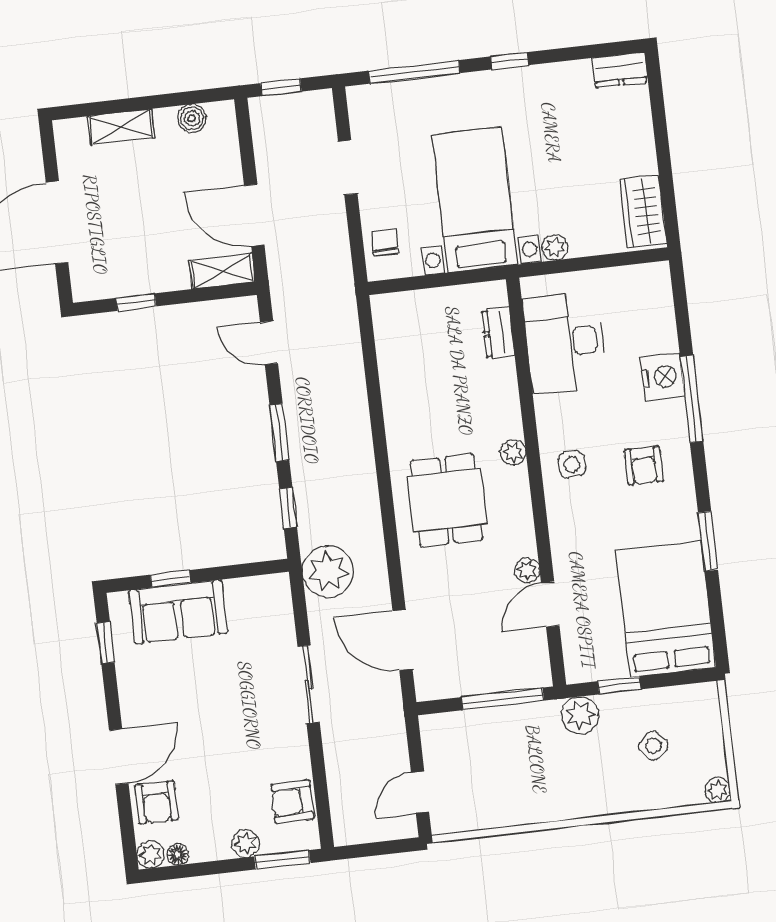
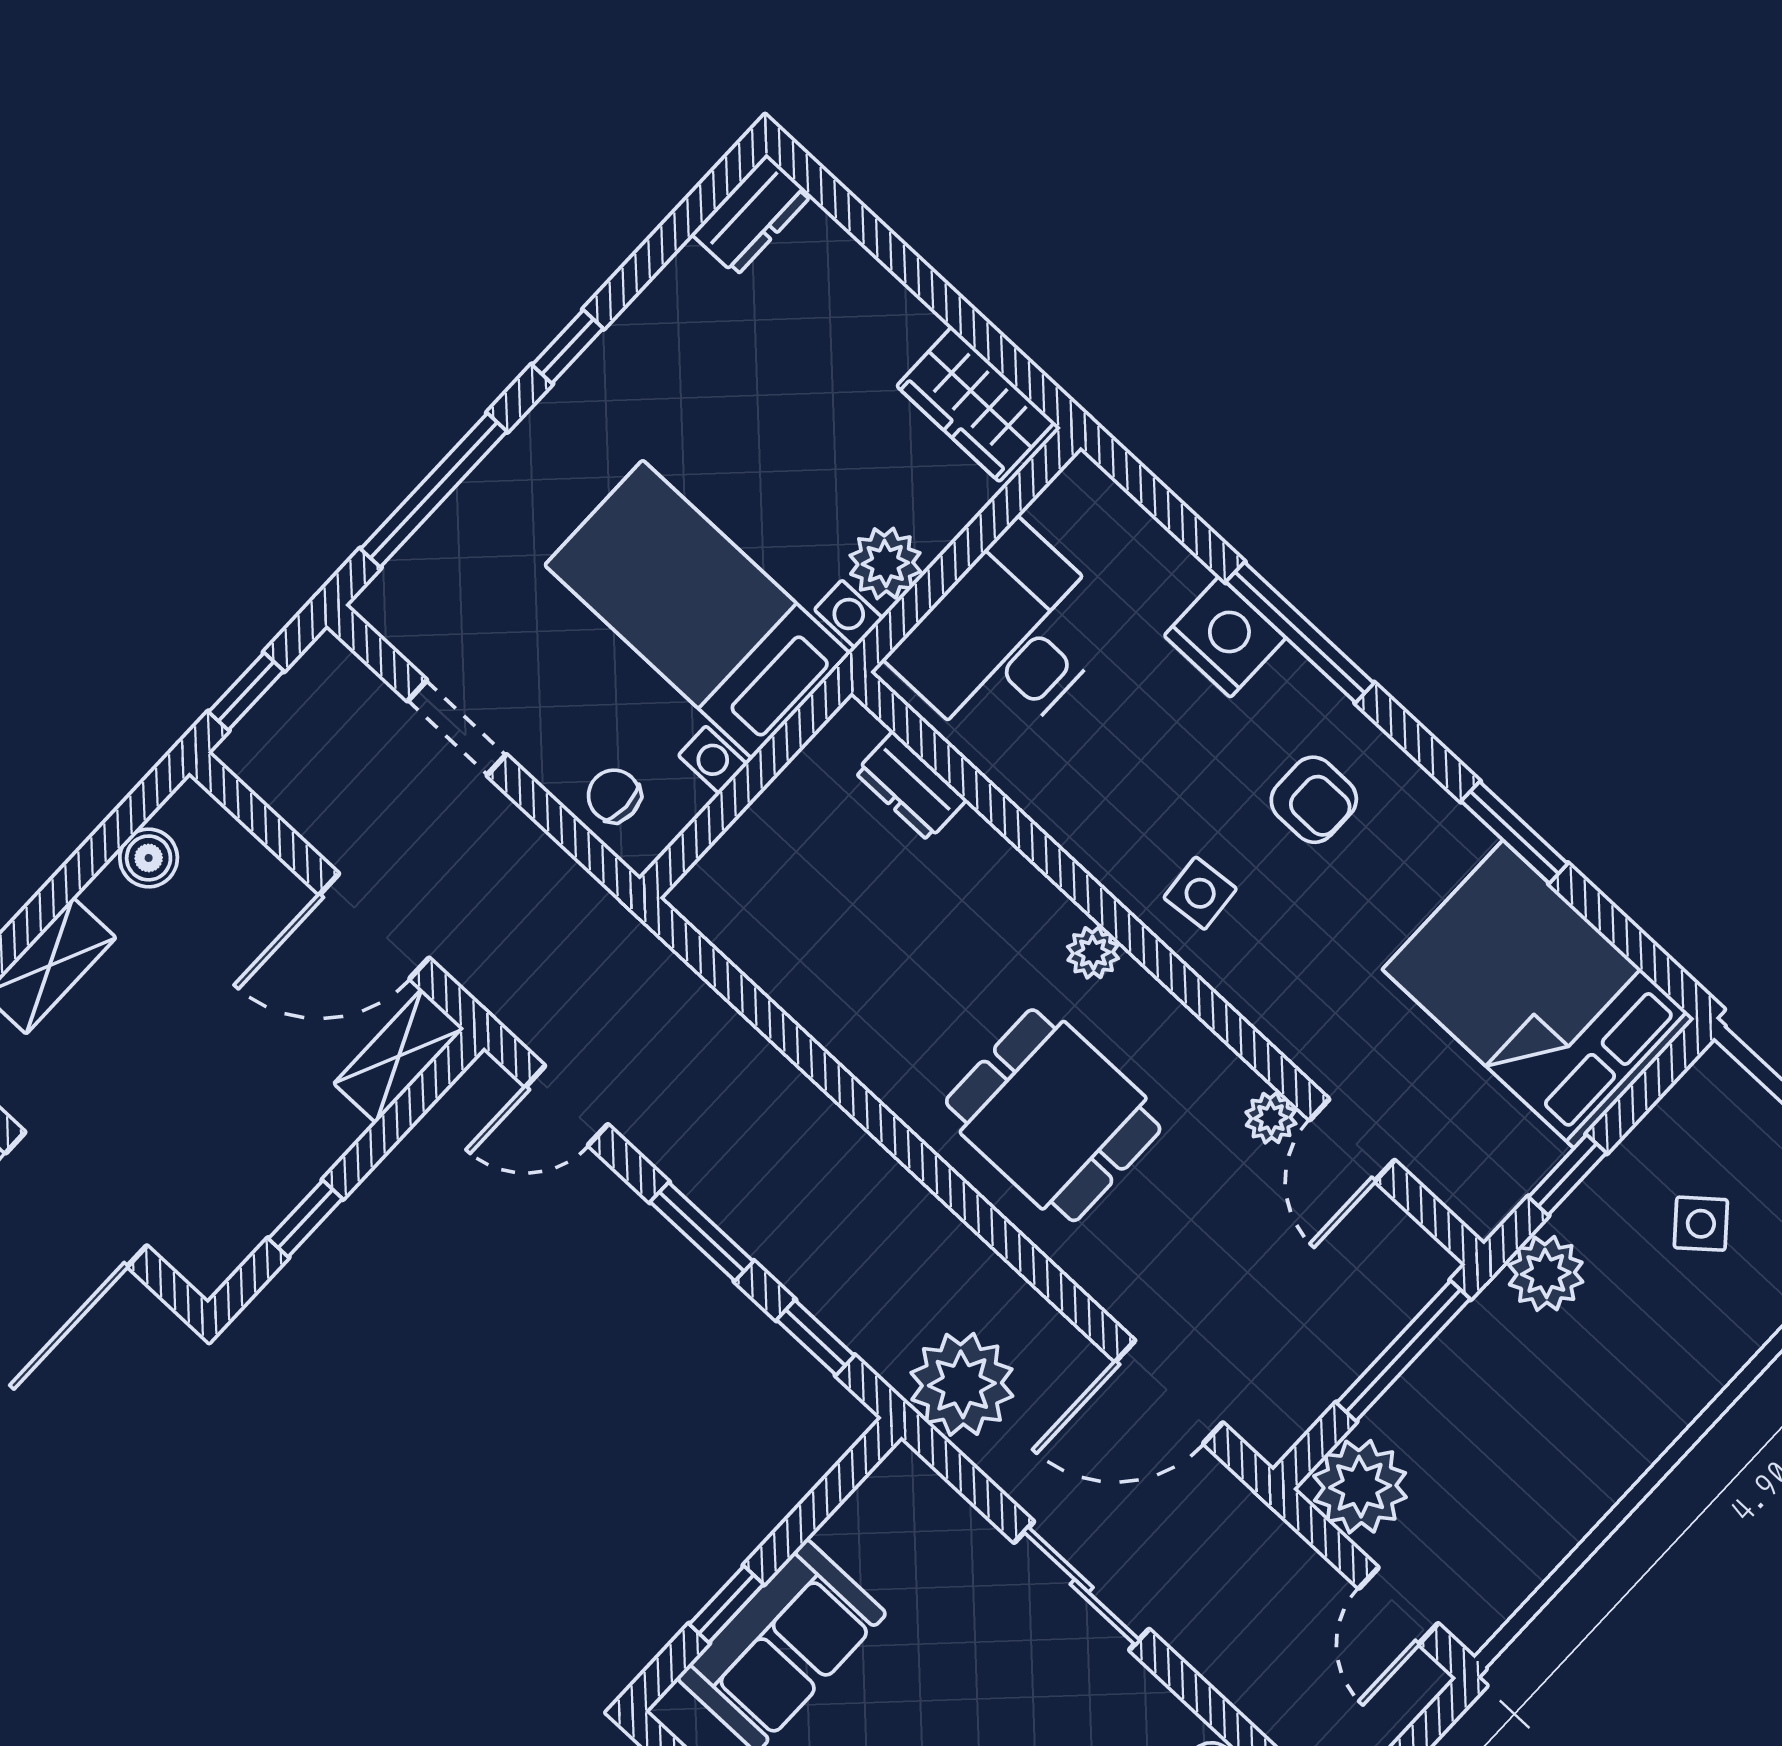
plant: (555, 247) -> (885, 563), width x1.38, depth x1.38
desk: (565, 342) -> (1006, 640), moved, turned 90
plant: (443, 736) -> (1360, 1487), added

